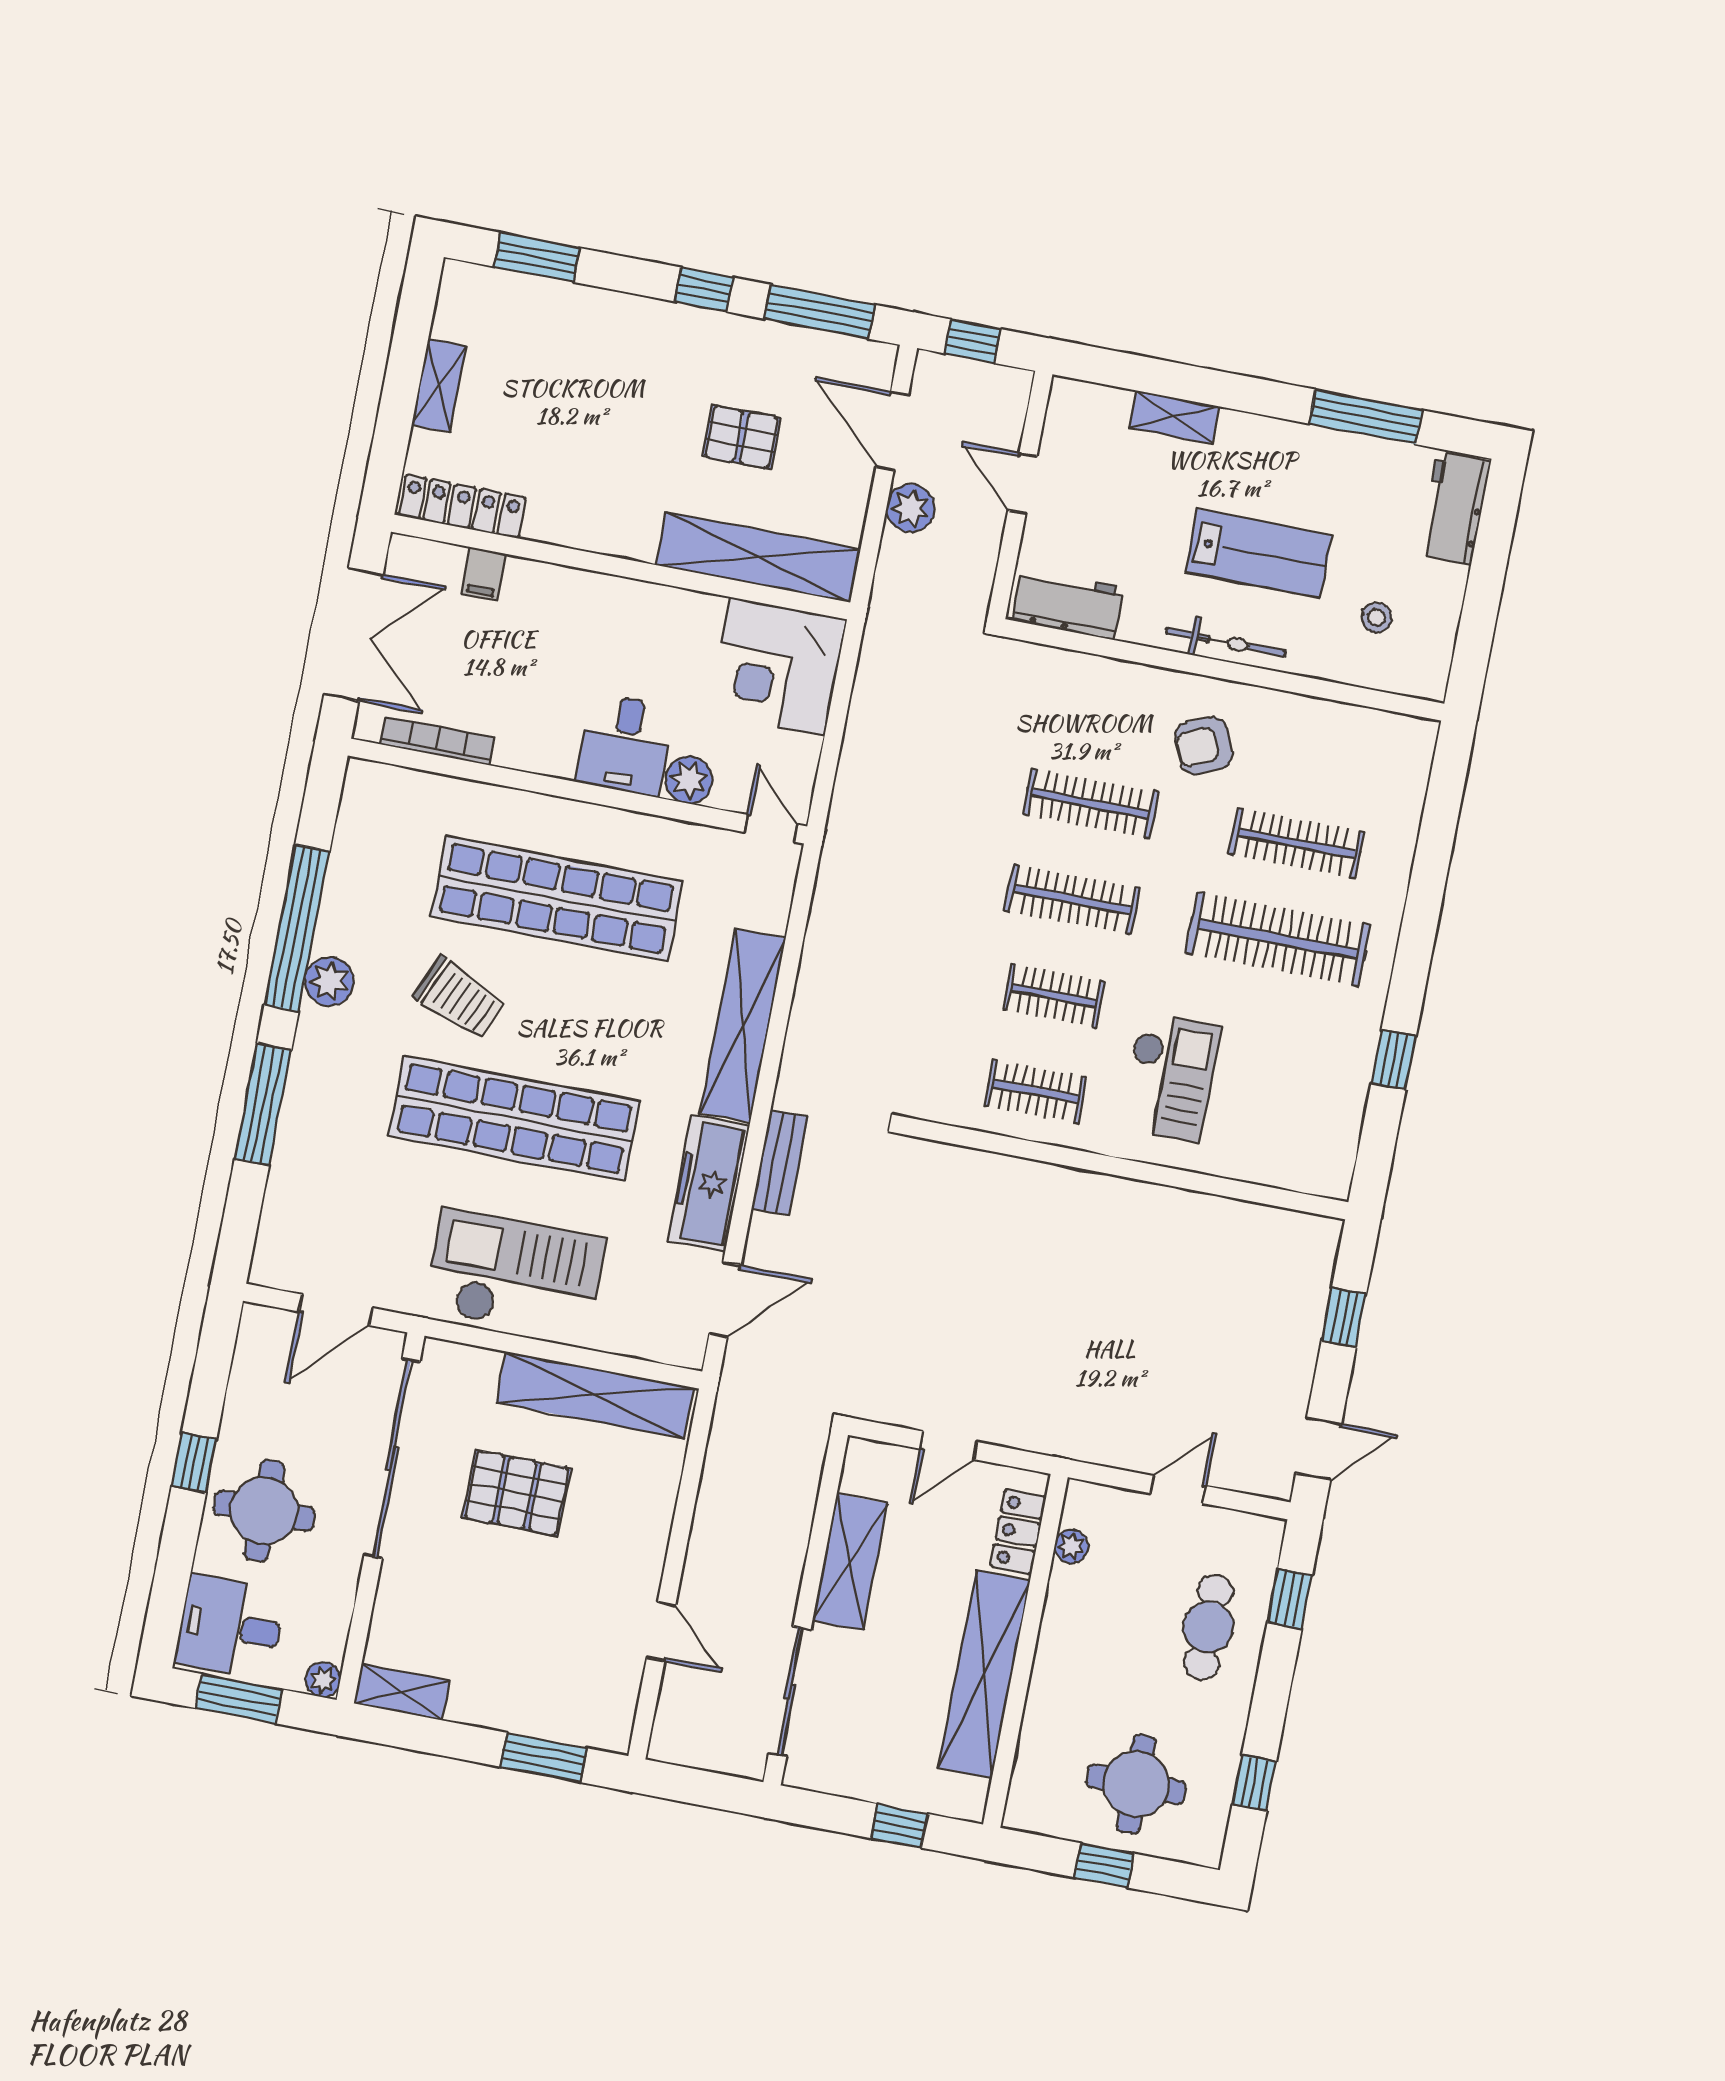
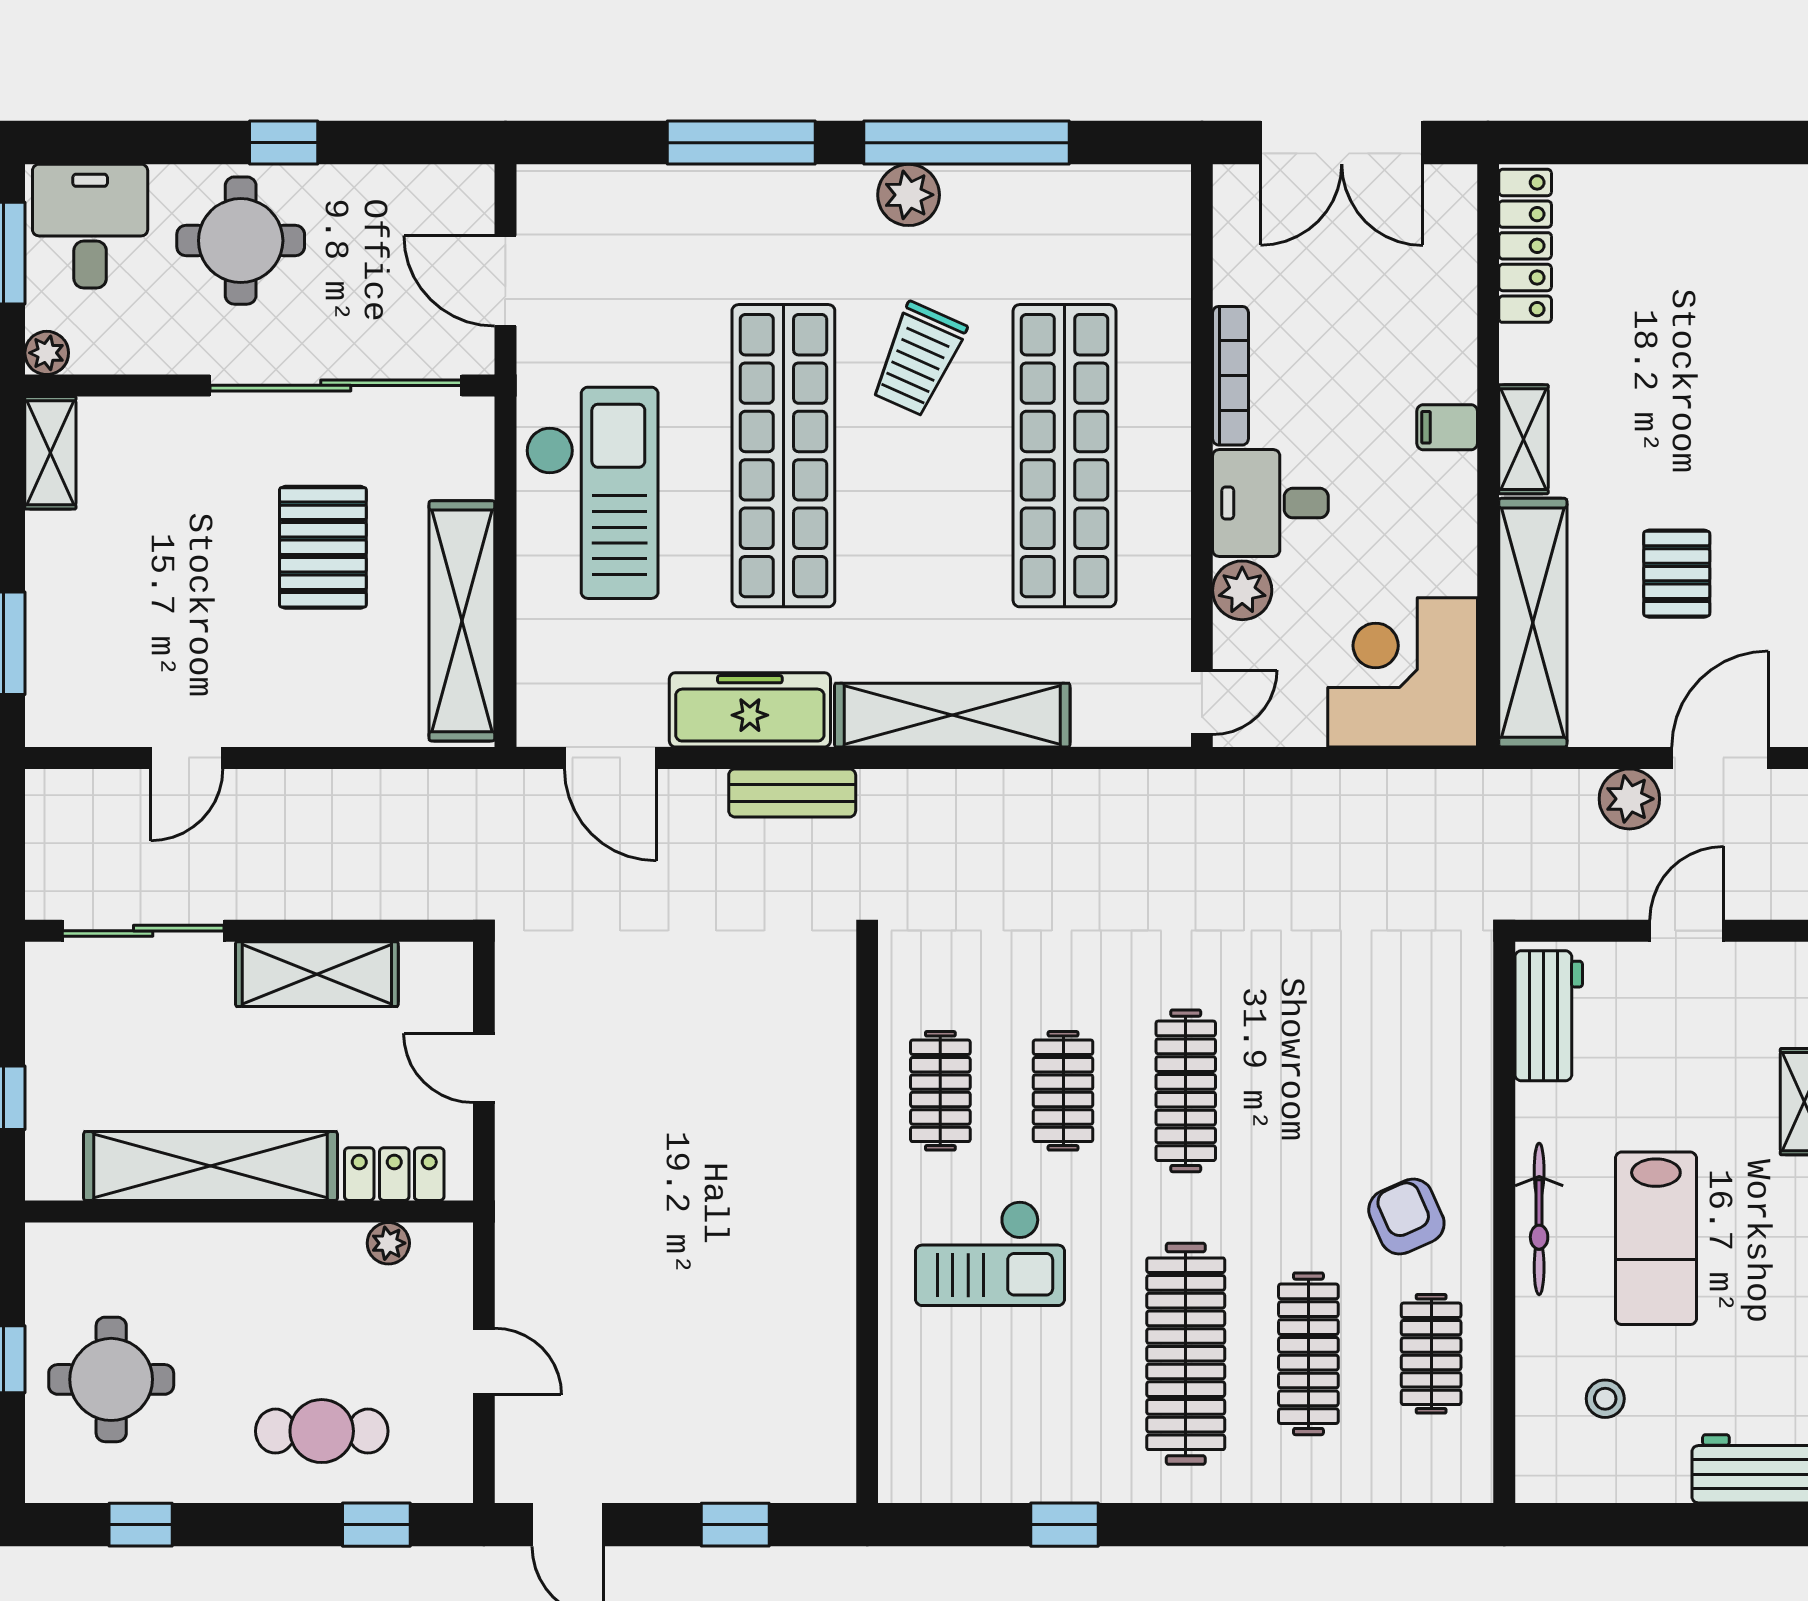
shelving: (439, 386) -> (1523, 439), moved, turned 90
filing cabinet: (484, 574) -> (1447, 427), moved
bookcase: (437, 741) -> (1231, 376), moved
clothes rail: (1091, 803) -> (1431, 1354), moved, width x0.73

